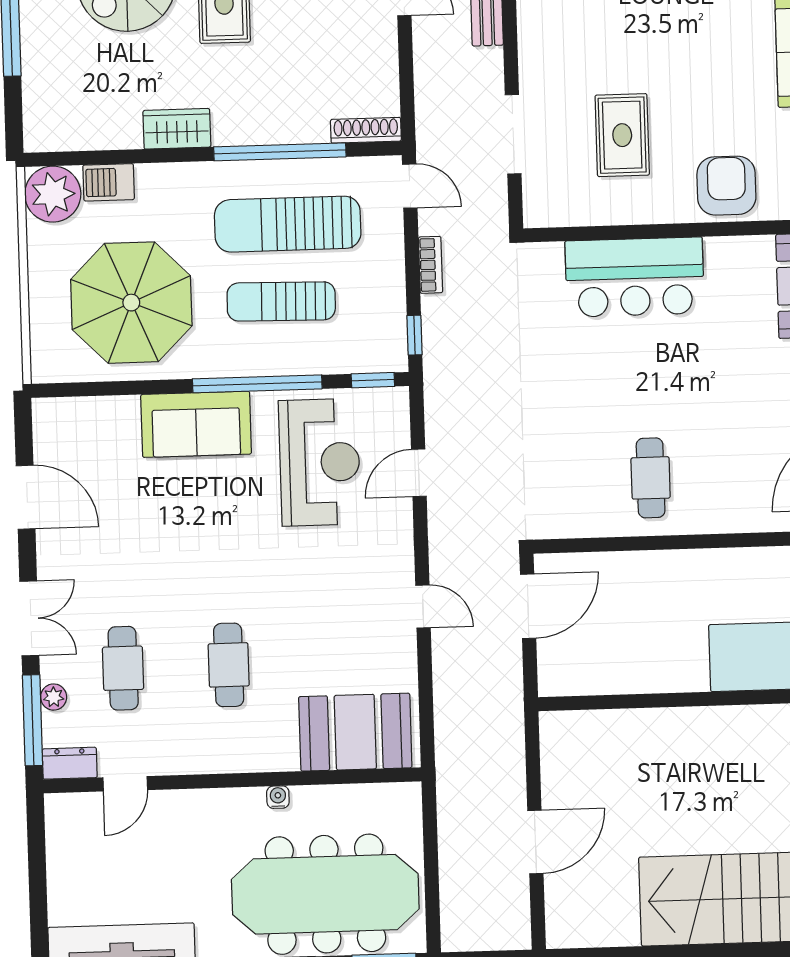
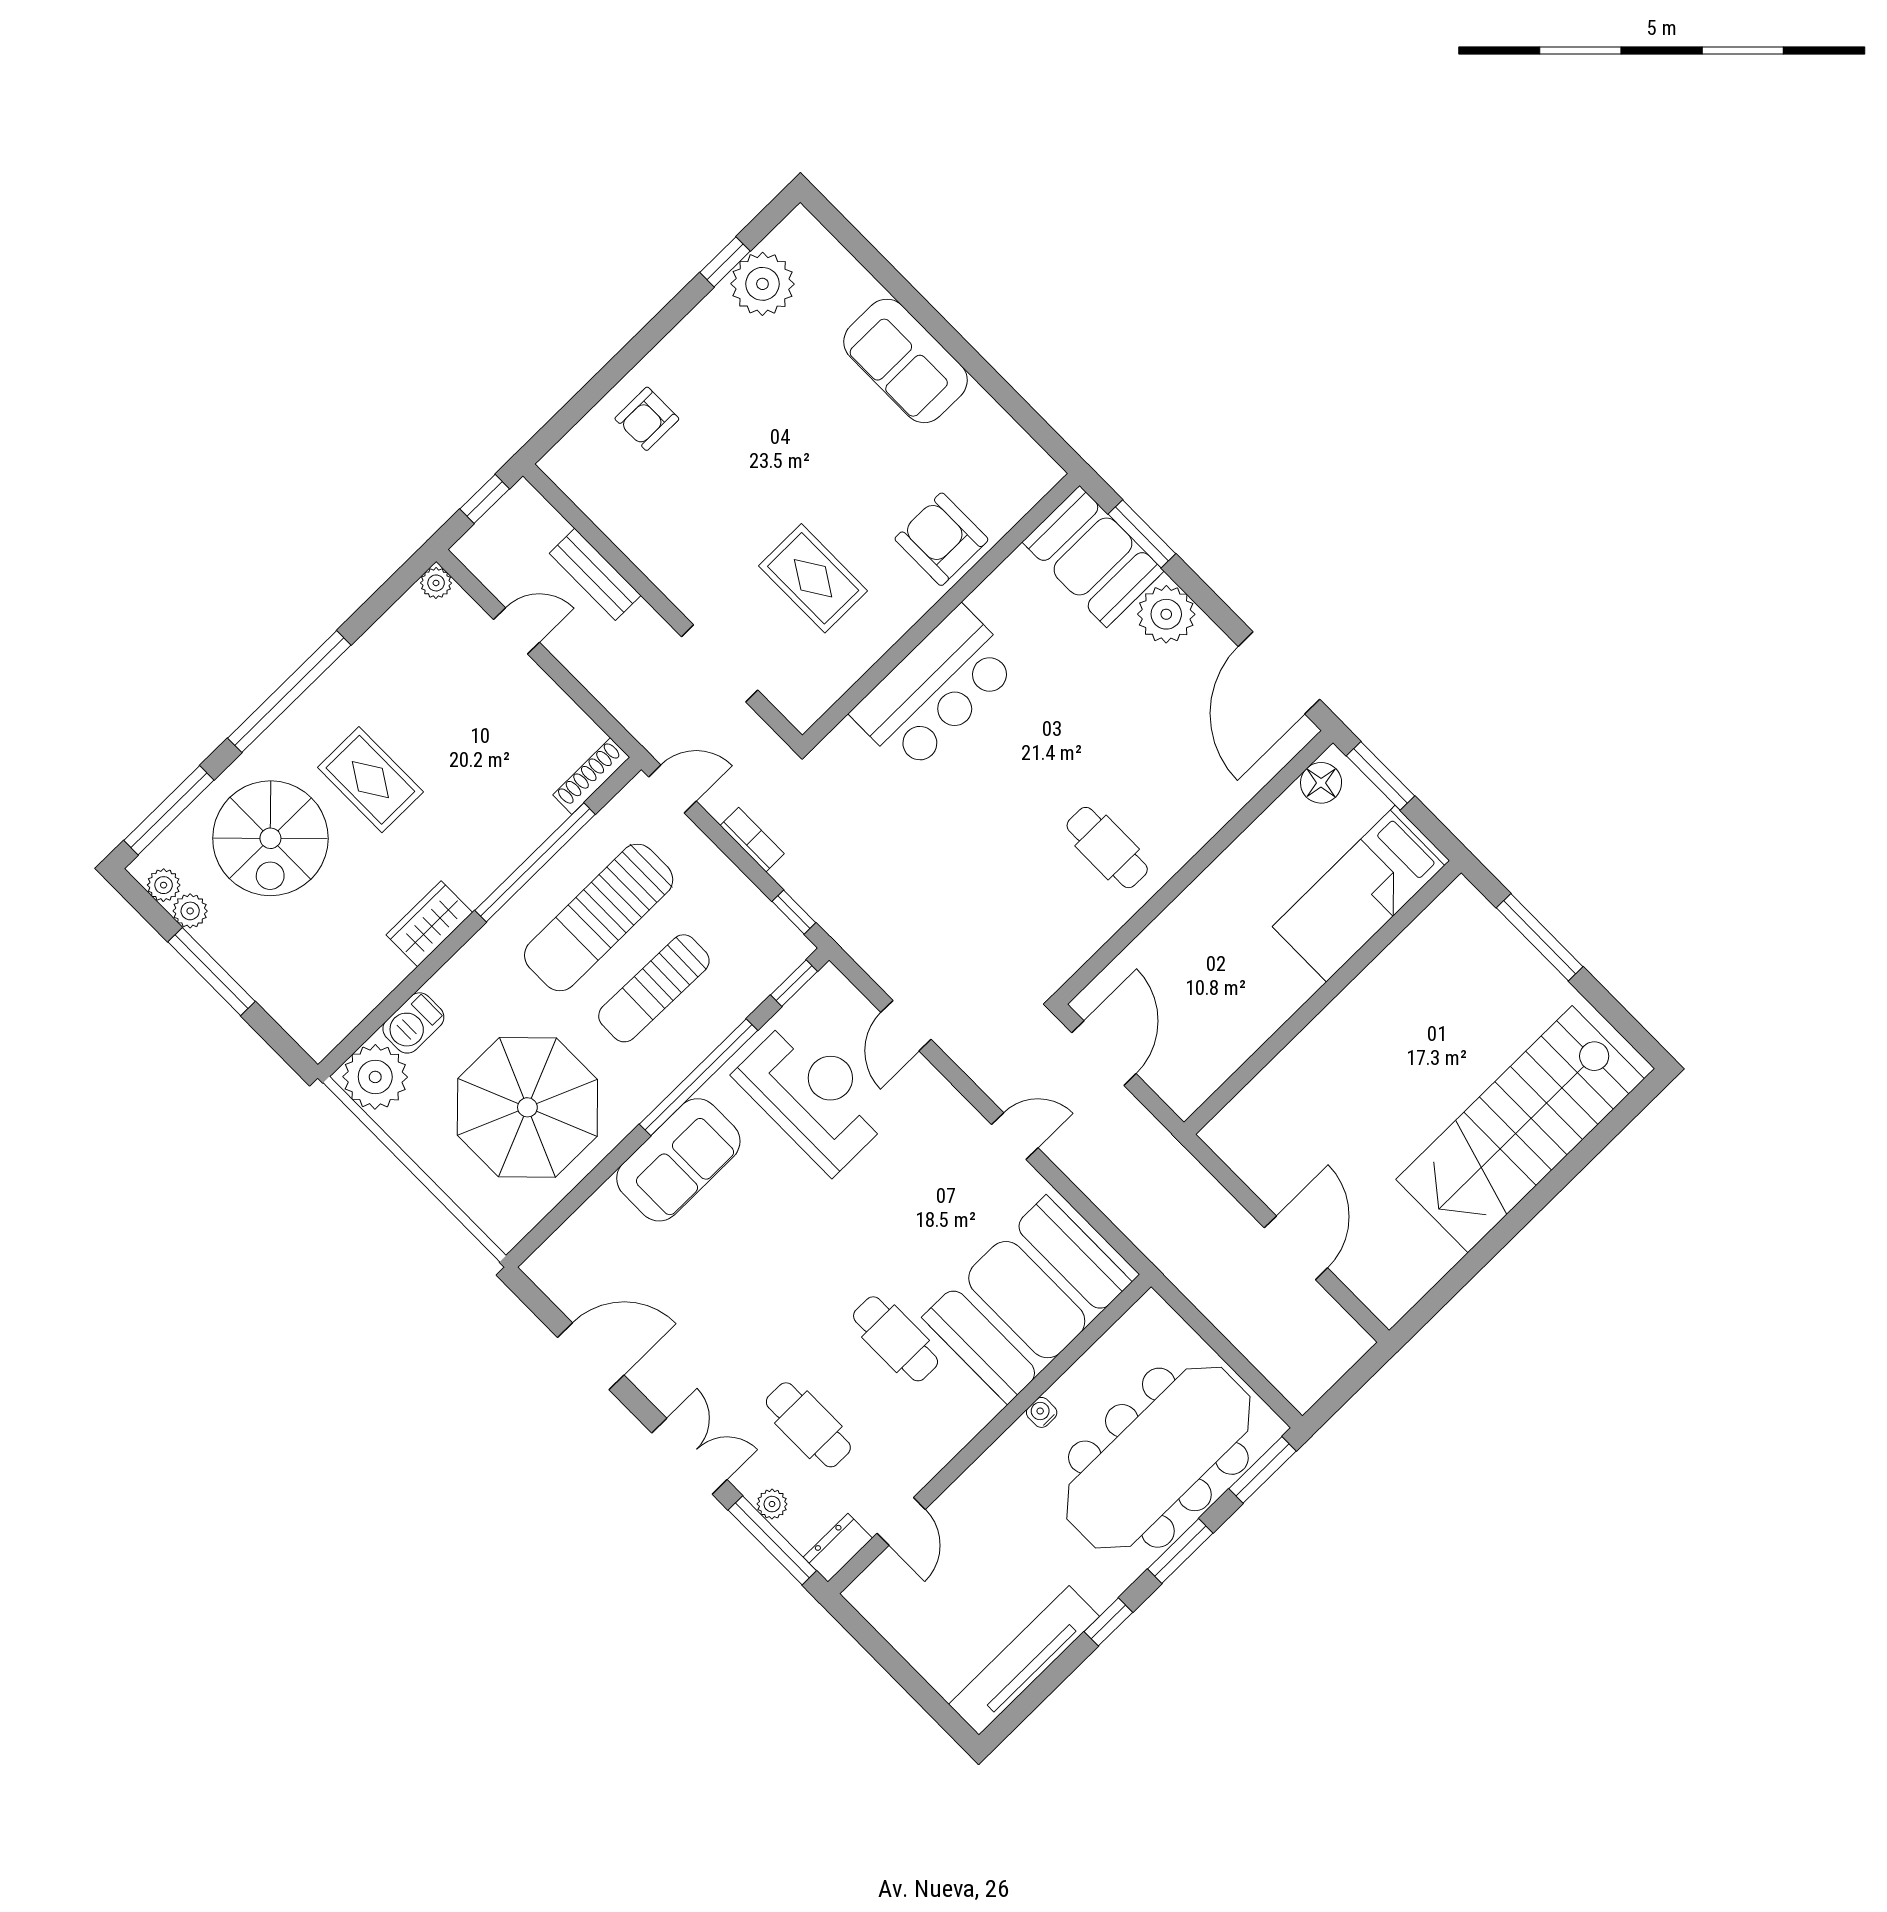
booth: (355, 732) -> (1027, 1300), width x1.36, depth x1.42

